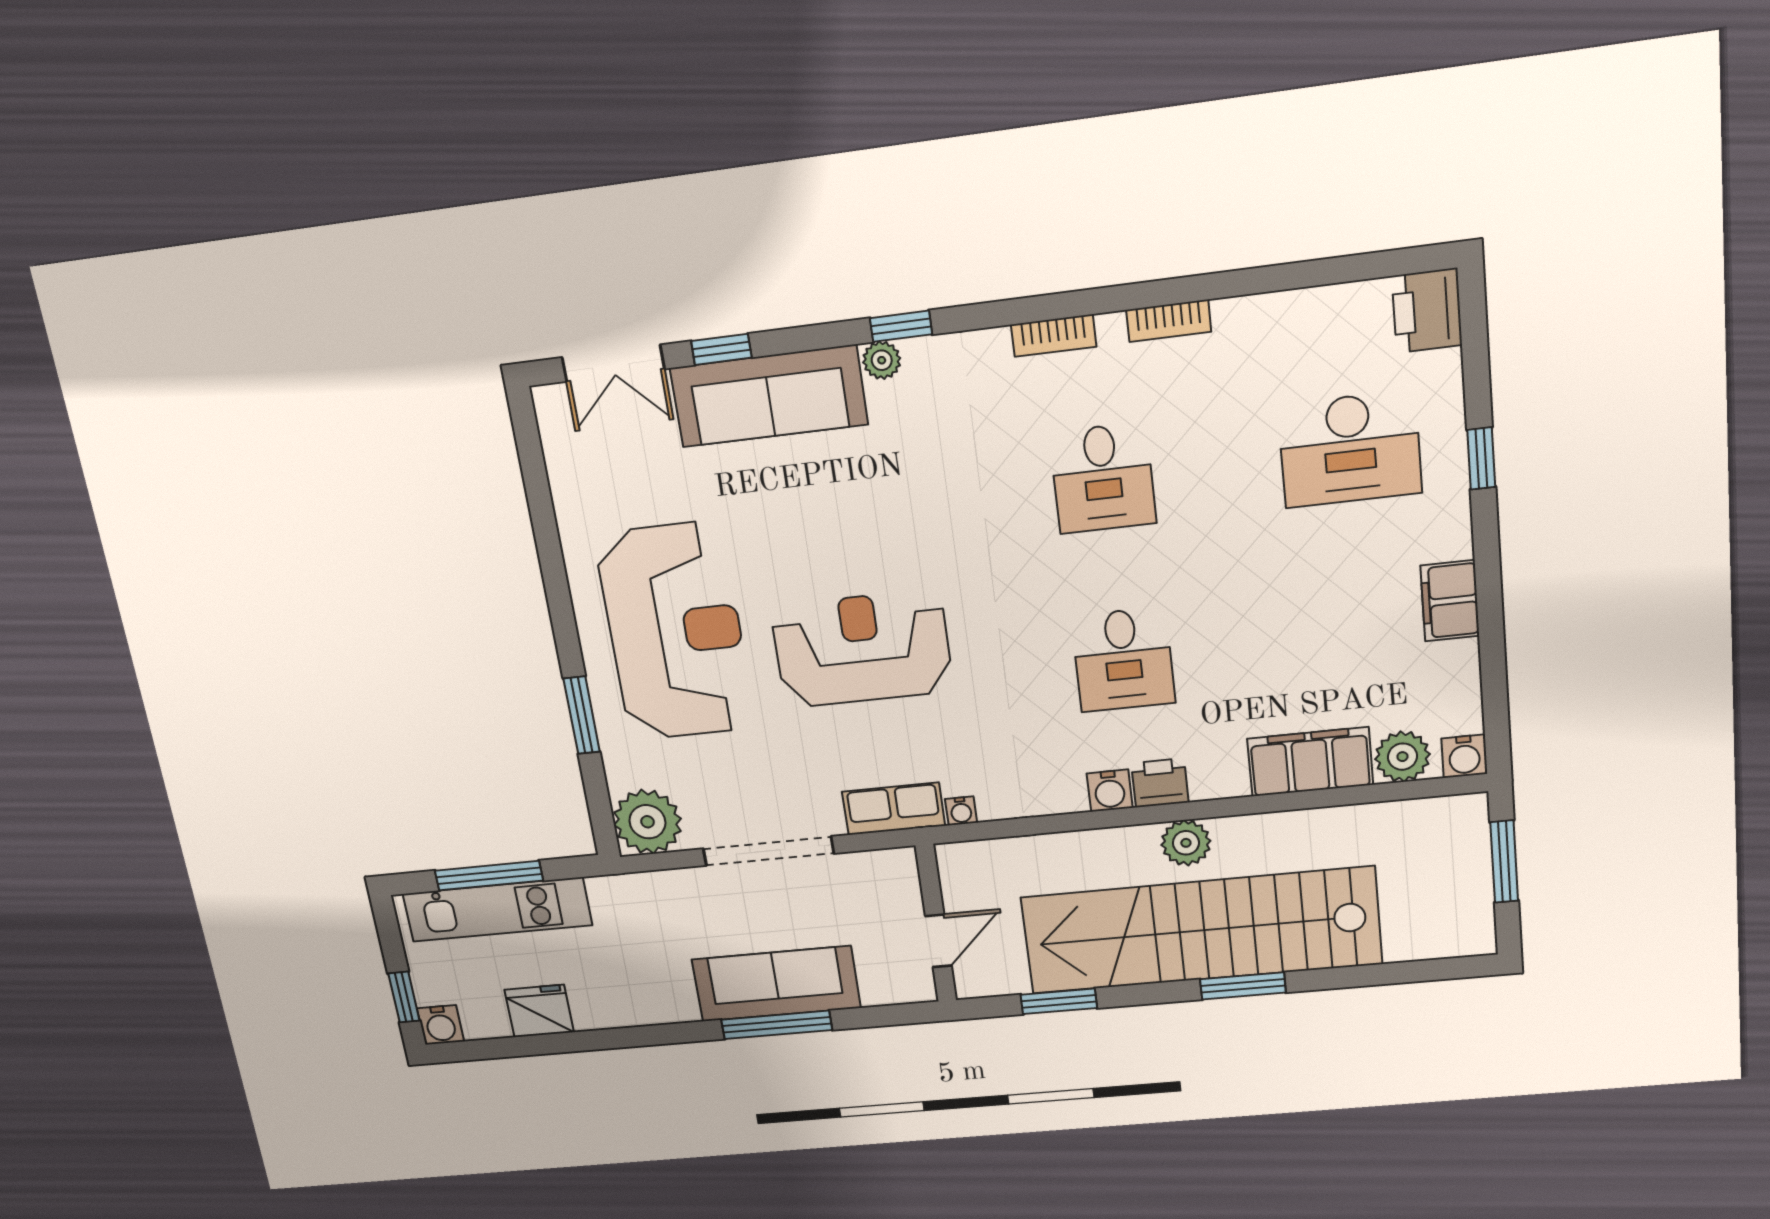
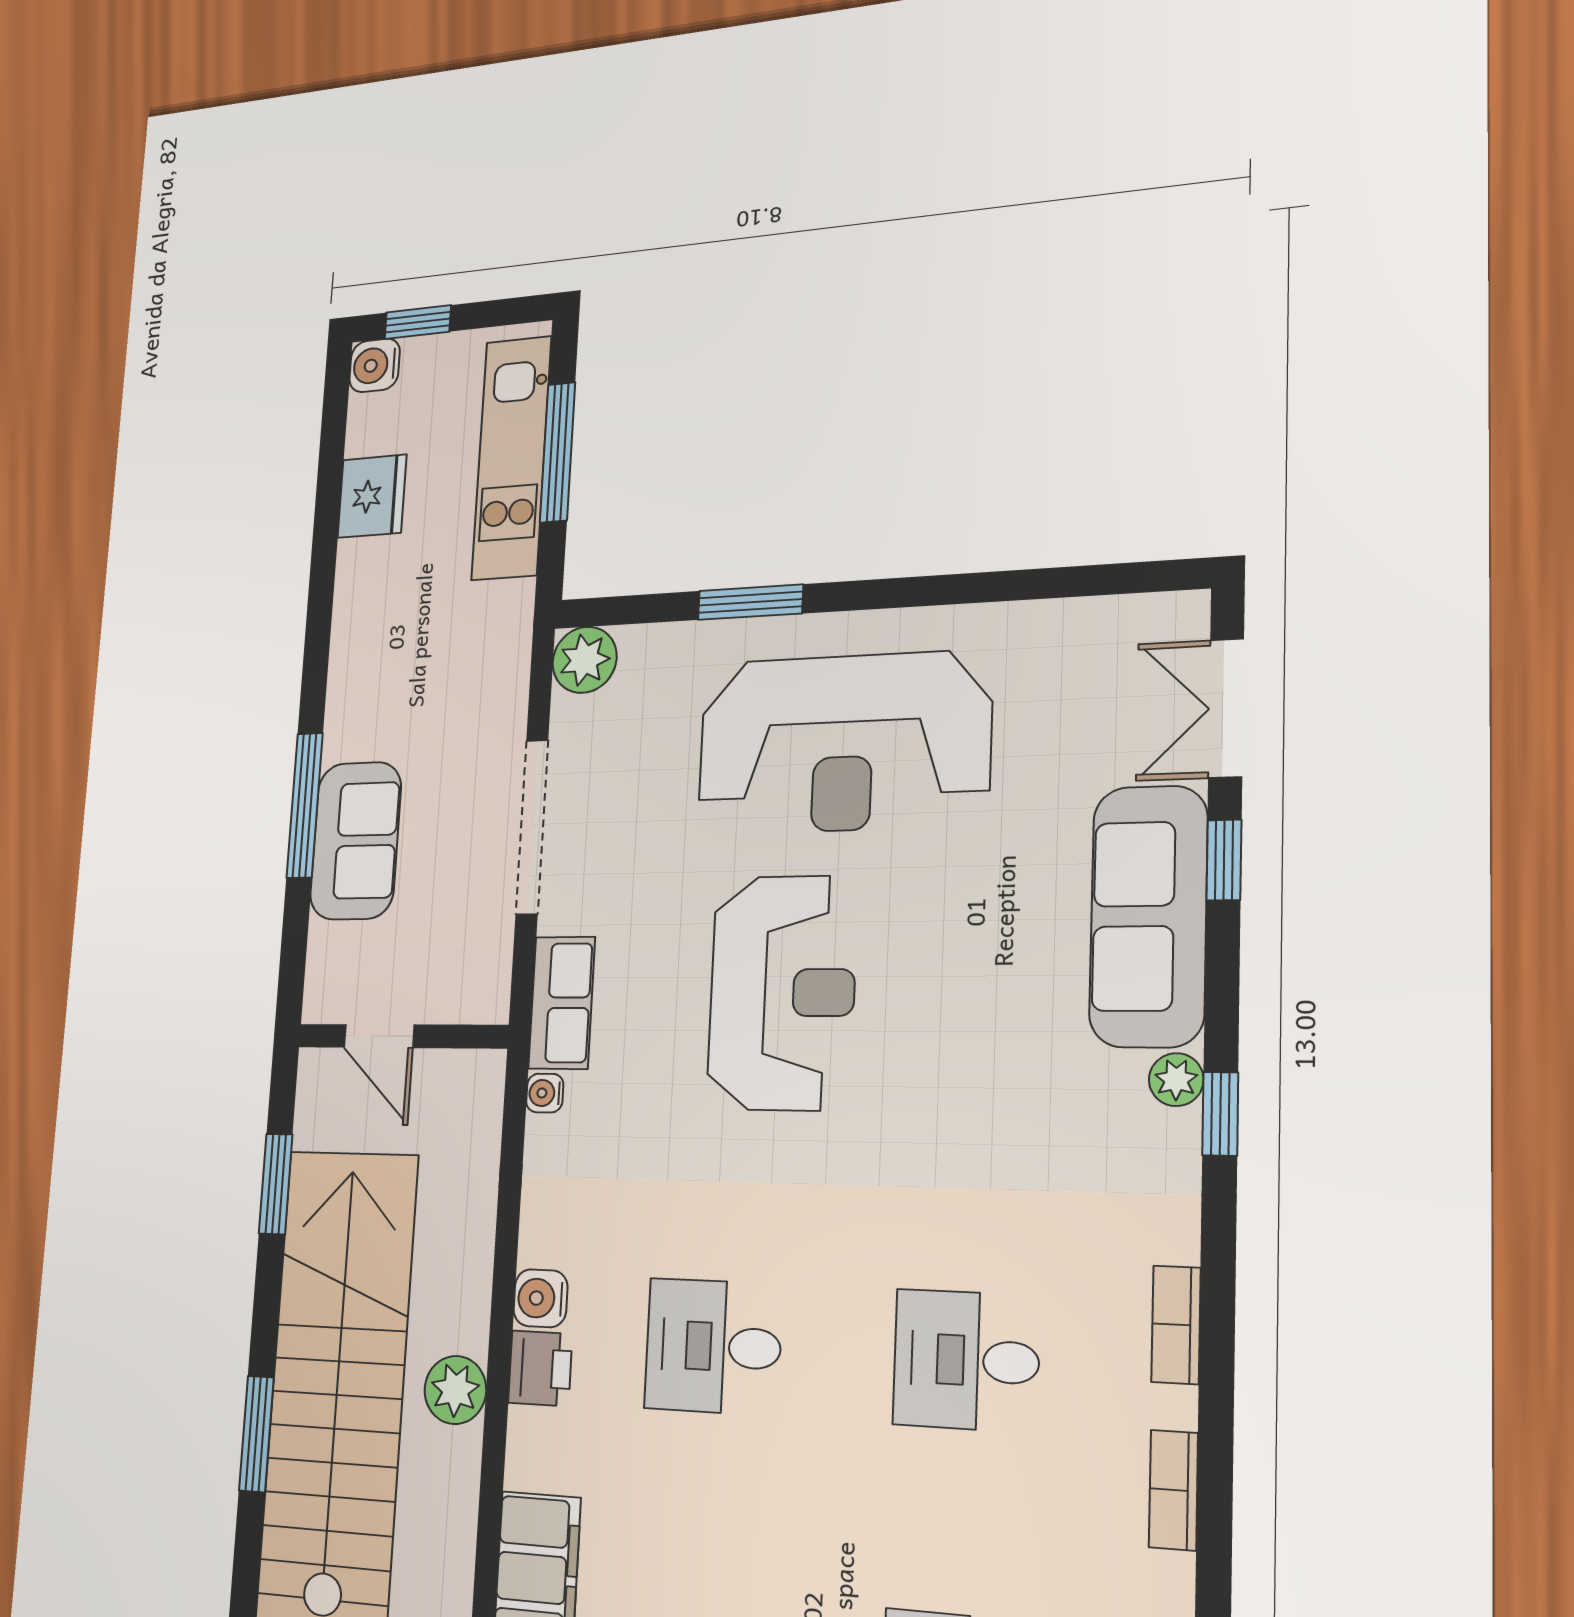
plant: (647, 822) -> (585, 660), width x0.73, depth x0.73
sofa: (776, 984) -> (356, 841), width x0.73

